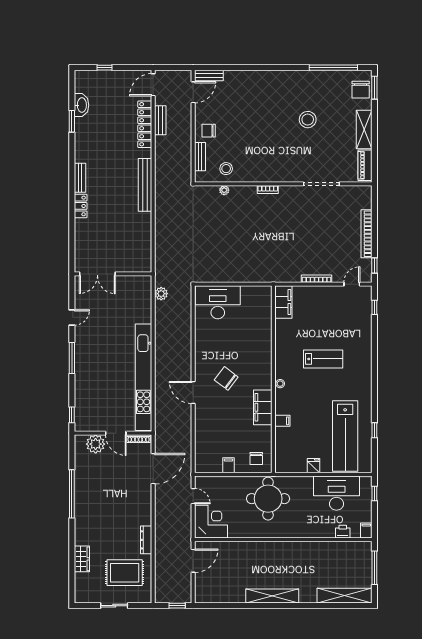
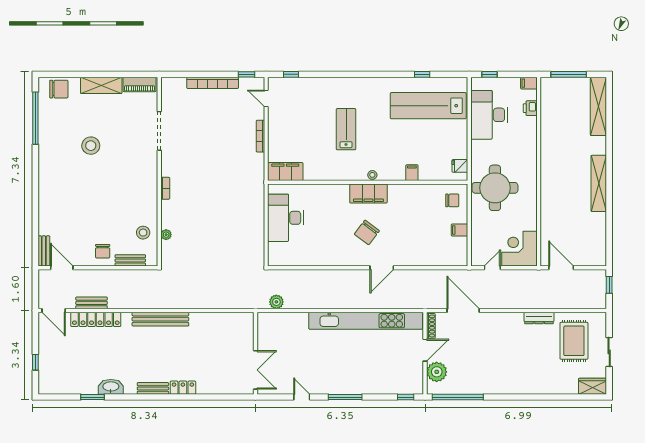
window: (374, 88) -> (57, 74), removed
washbasin: (81, 105) -> (111, 387), moved
desk: (218, 302) -> (286, 218), moved
filing cabinet: (263, 407) -> (368, 194), moved
lab bench: (345, 436) -> (428, 106), turned 180
fridge: (313, 466) -> (460, 166), moved
window: (72, 494) -> (458, 397), moved
wardrobe: (82, 559) -> (593, 386), moved

